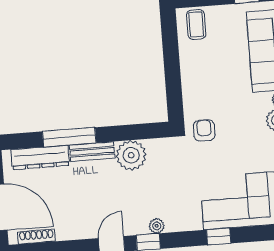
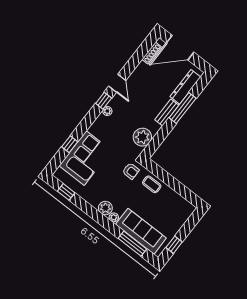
coffee table: (196, 24) -> (152, 184), moved
plant: (131, 155) -> (142, 137), moved
window: (219, 237) -> (70, 144), moved

